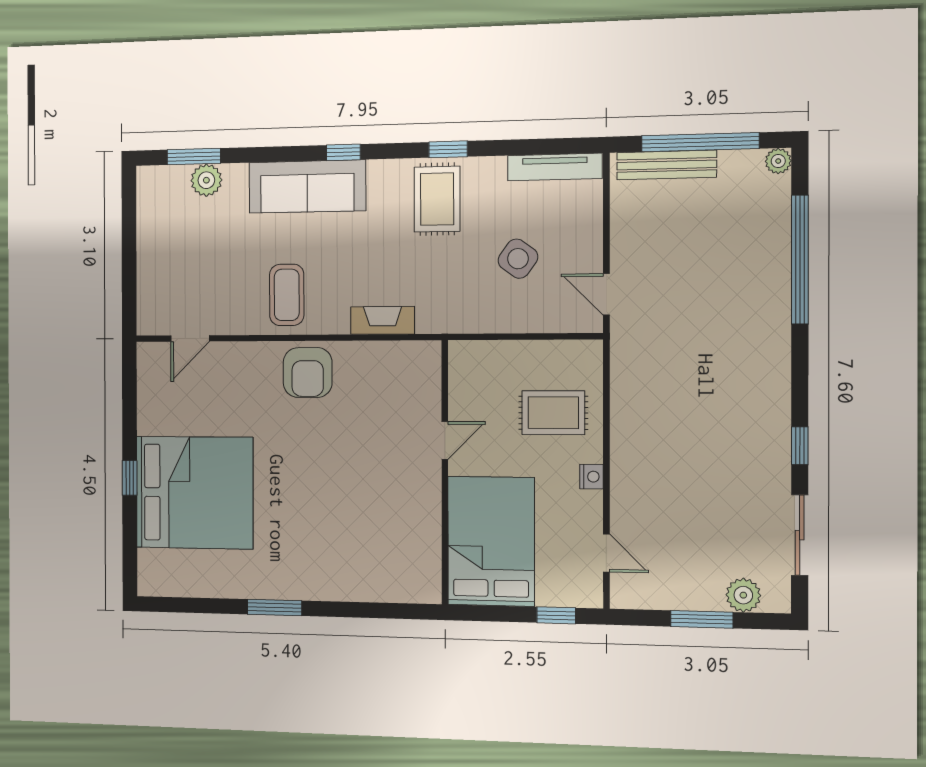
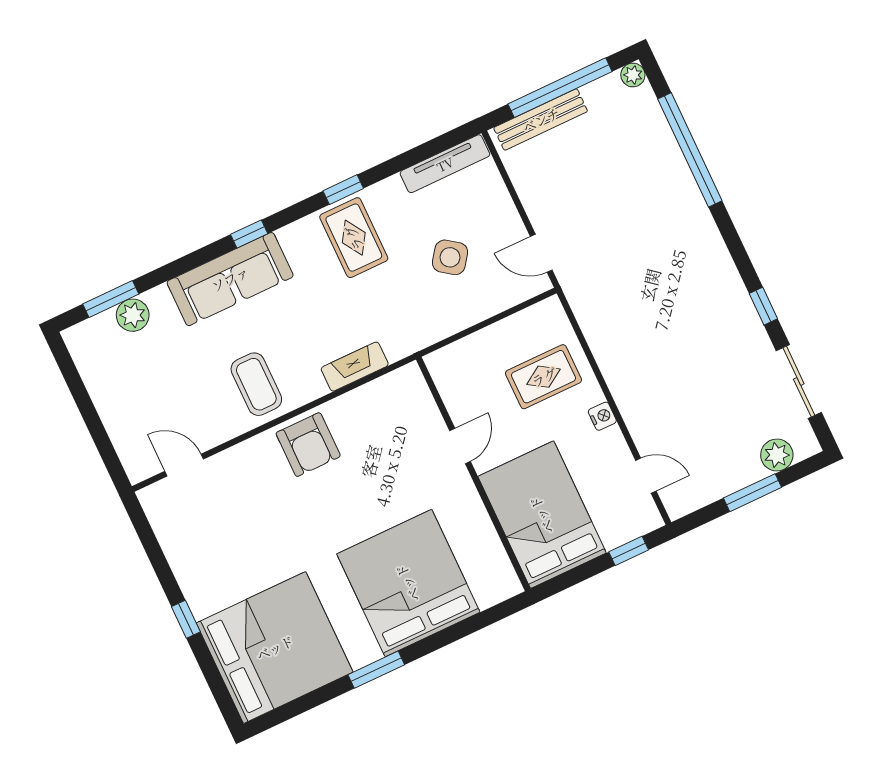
door: (190, 338) -> (184, 465), swing flipped
bed: (194, 493) -> (275, 648), moved
bed: (339, 544) -> (408, 583), added

